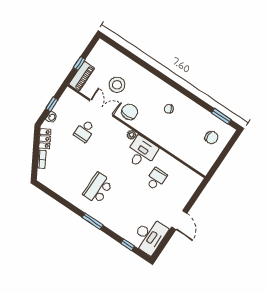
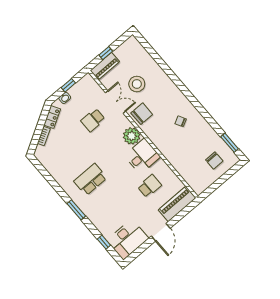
plant: (131, 135) -> (132, 136), width x1.88, depth x1.88
piano: (187, 189) -> (177, 204), added

